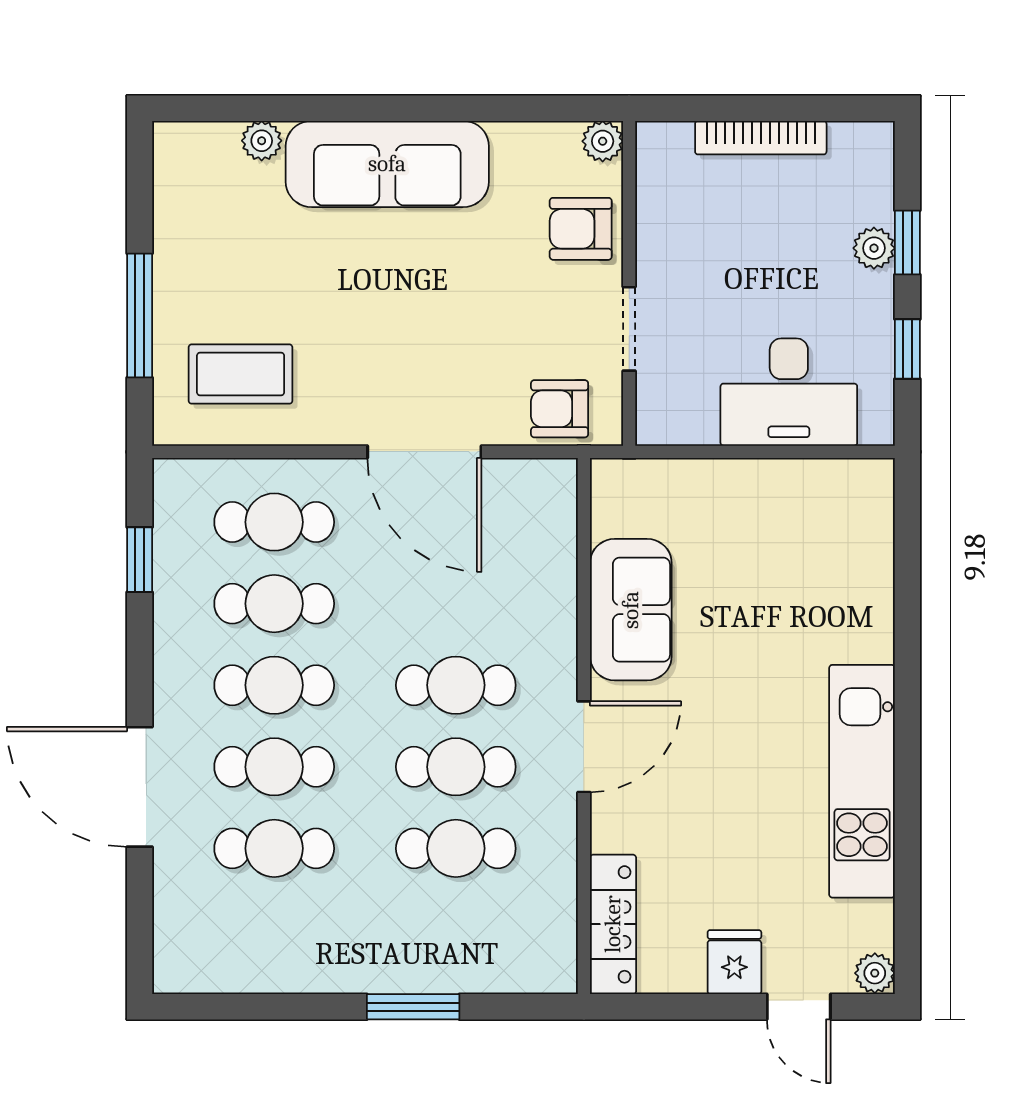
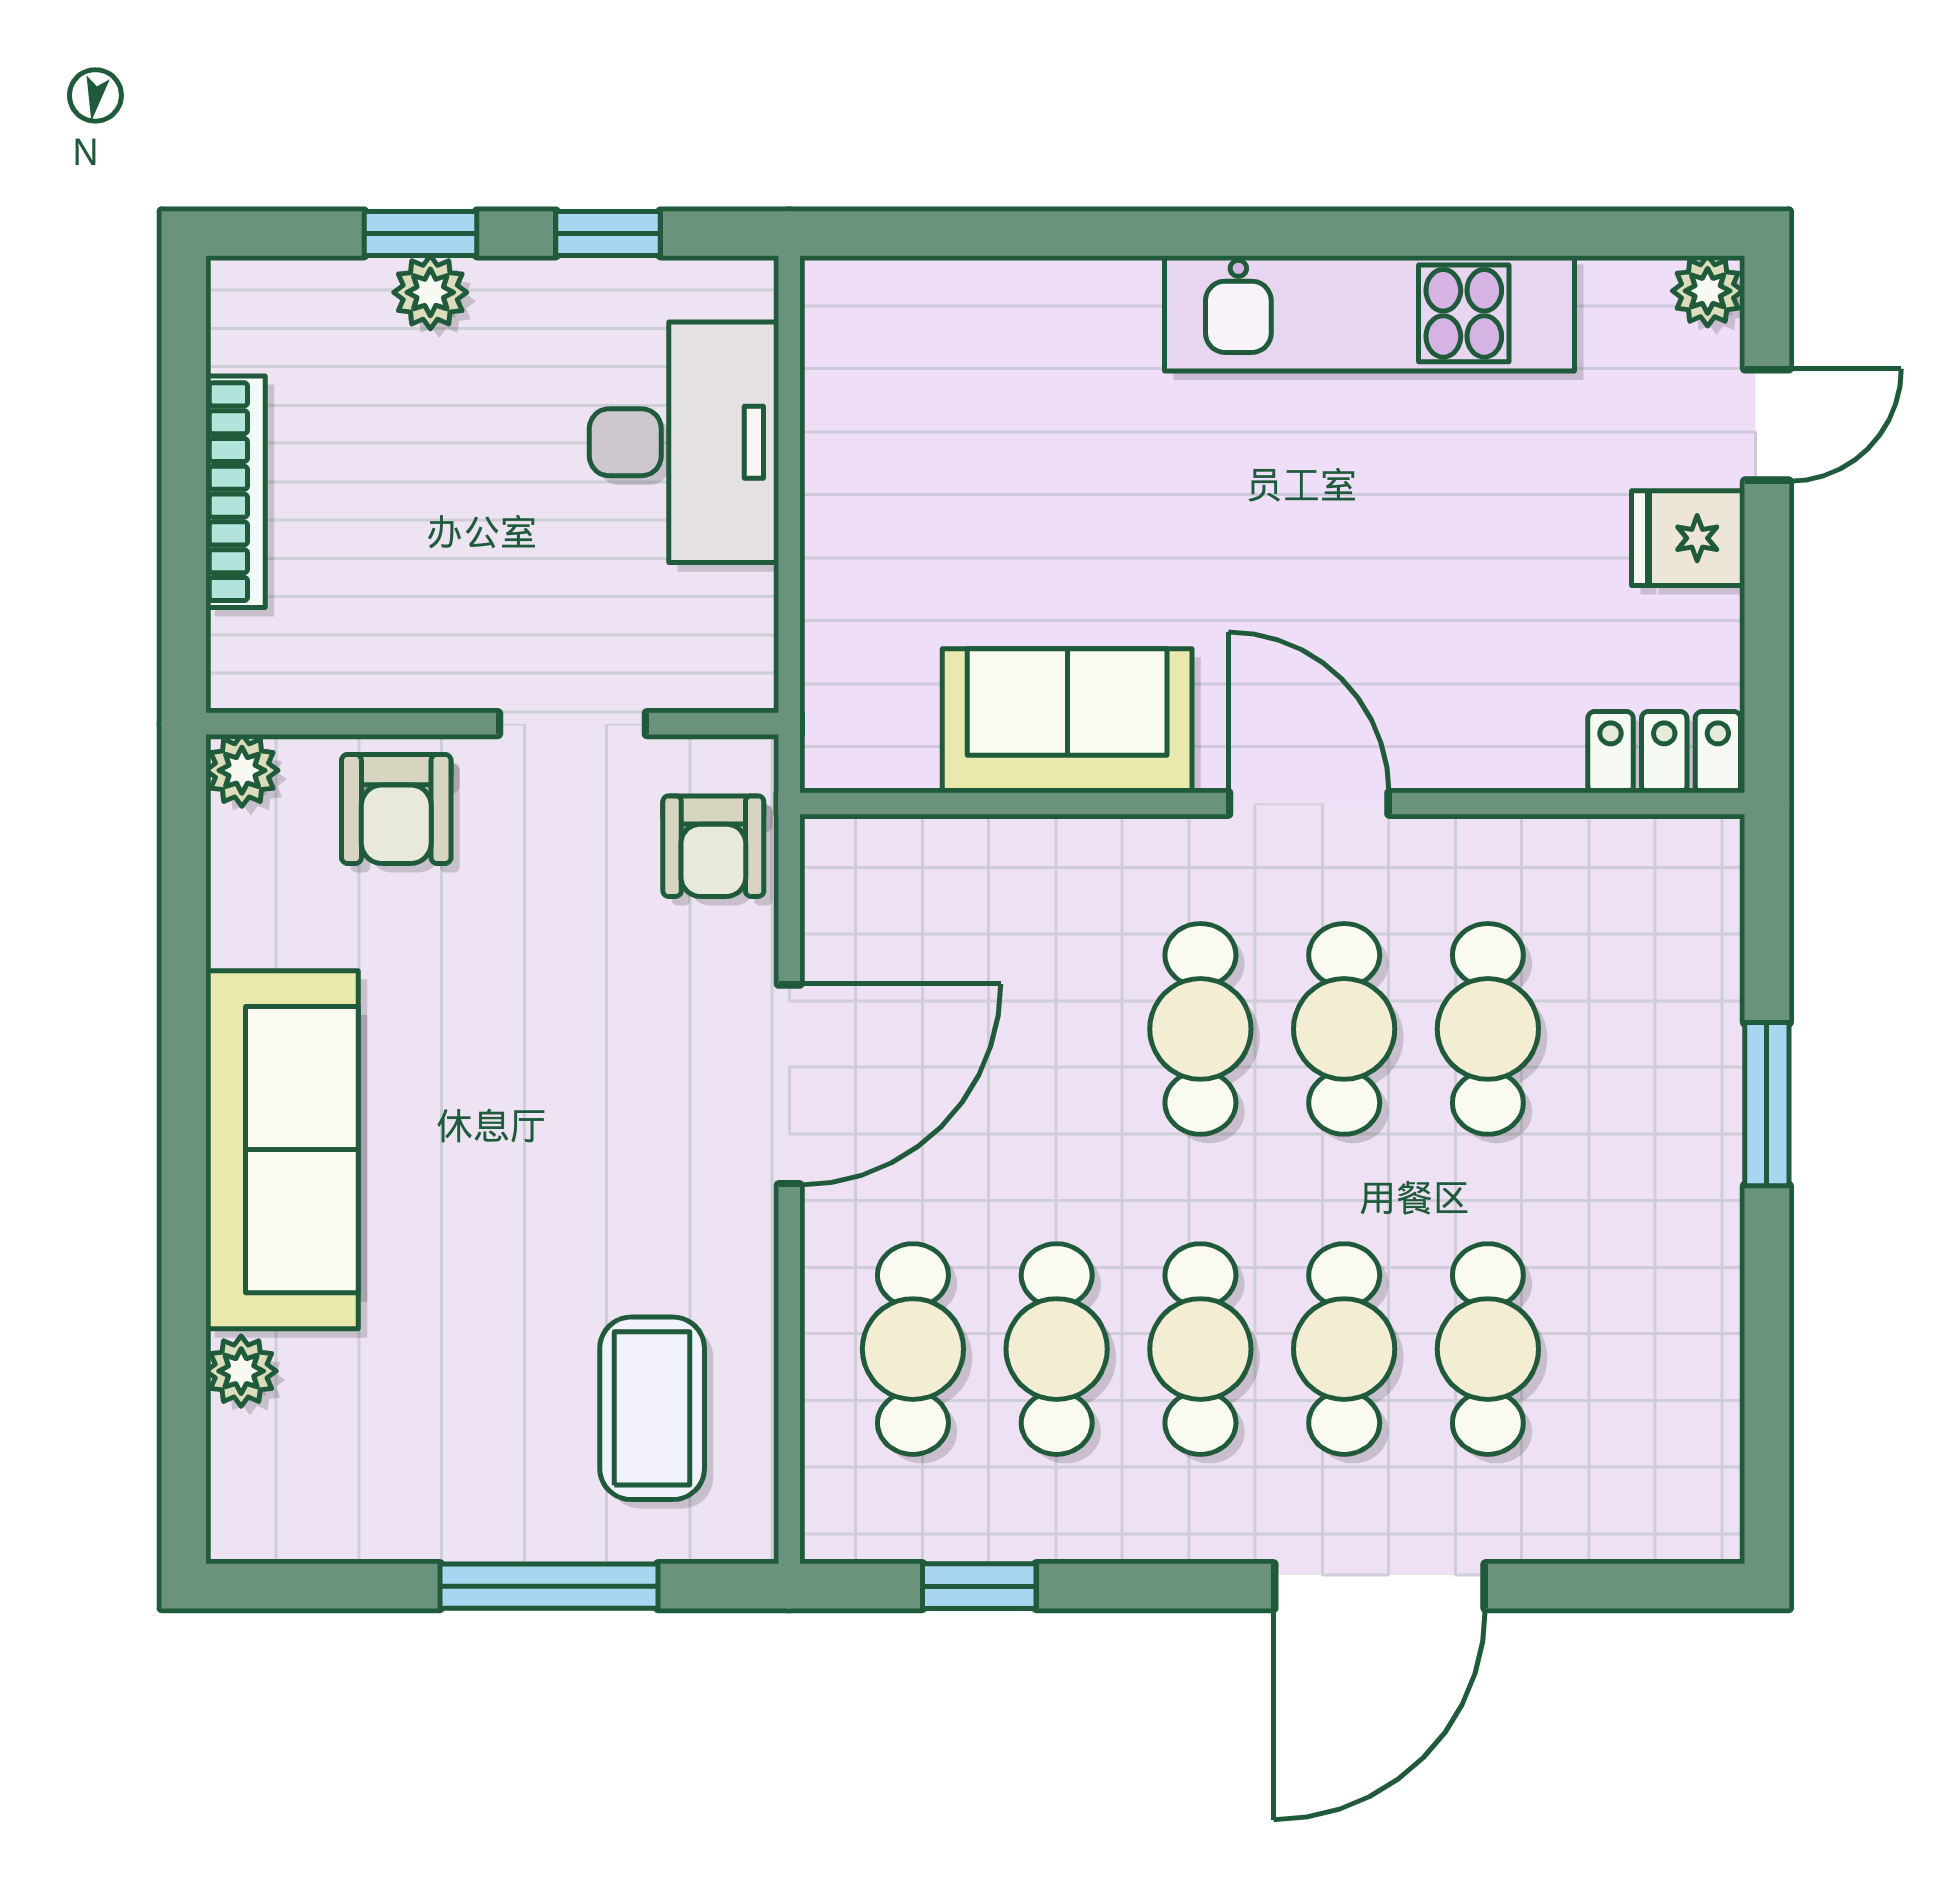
locker: (613, 924) -> (1664, 752), width x0.66

